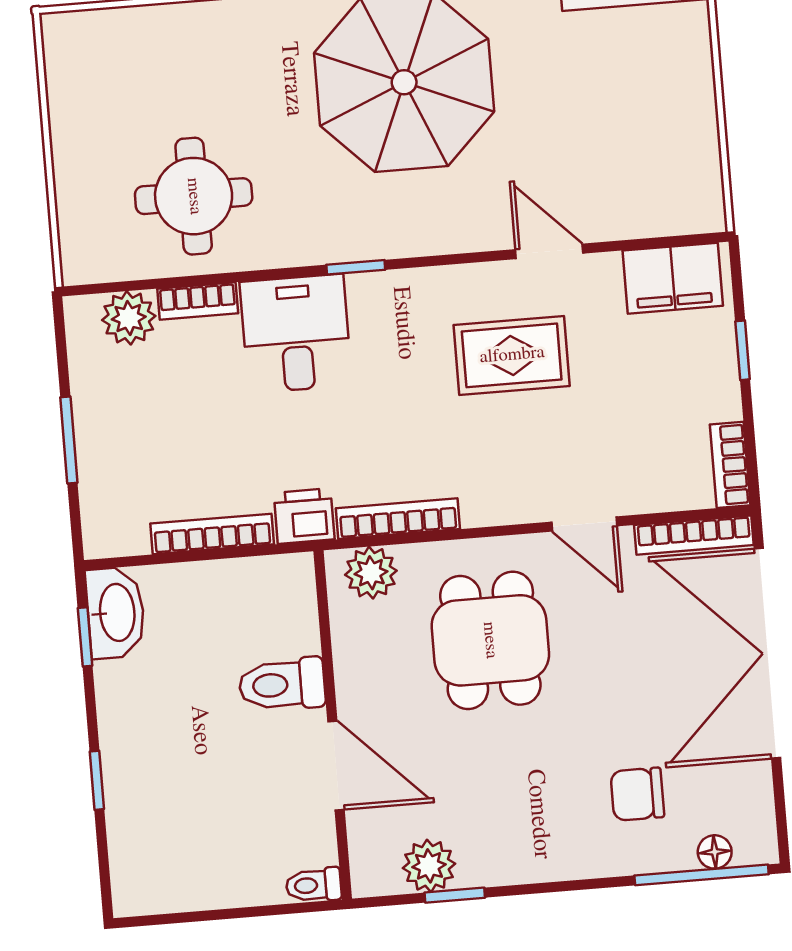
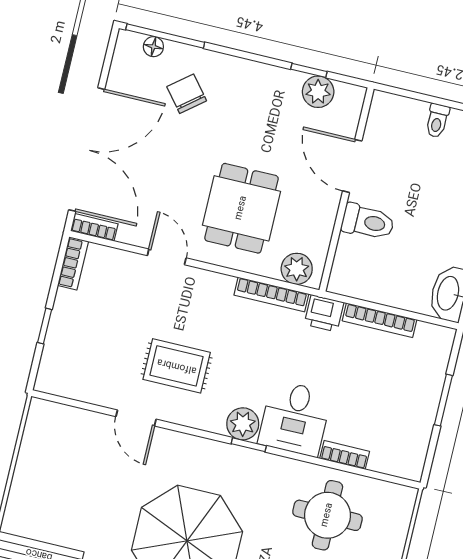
filing cabinet: (673, 278) -> (71, 380), removed
plant: (129, 318) -> (243, 424), moved
bookcase: (694, 535) -> (94, 227), width x0.64
chair: (637, 794) -> (187, 94), turned -129
toilet: (314, 885) -> (437, 121), moved, turned 90

